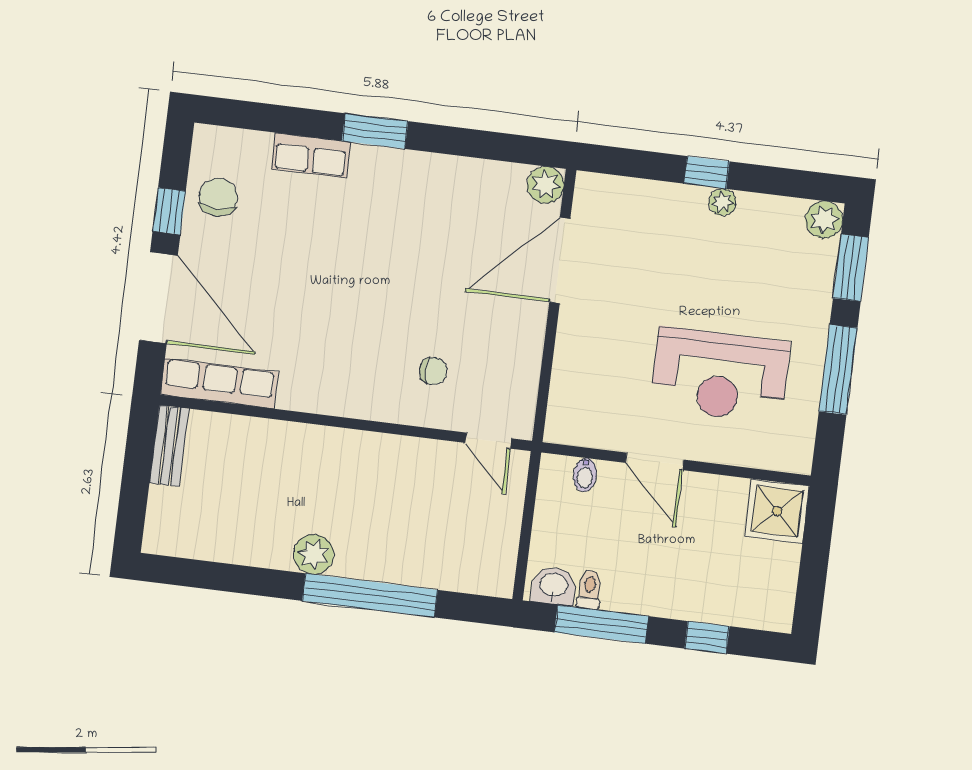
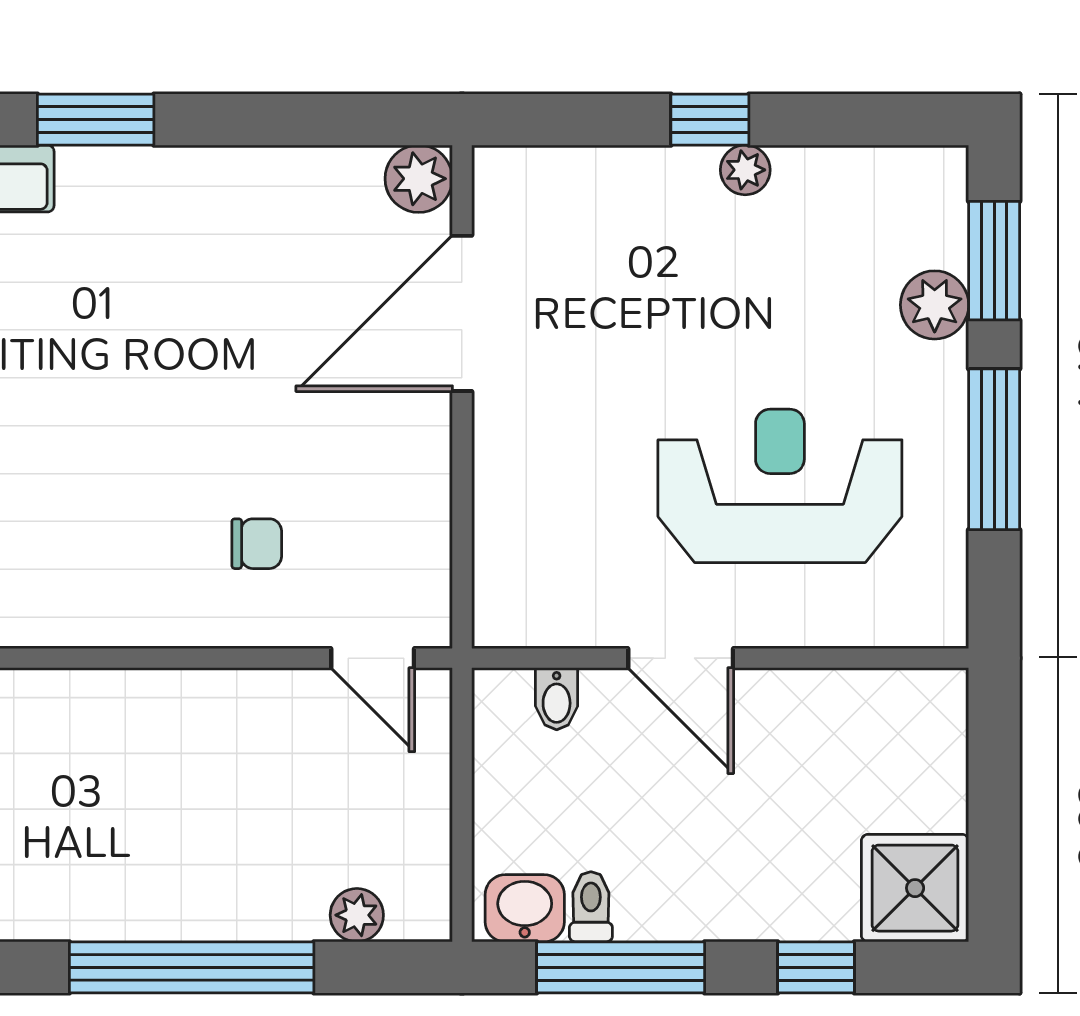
plant: (824, 220) -> (935, 305), moved
reception desk: (720, 375) -> (780, 486), turned 180
shower: (777, 511) -> (915, 888), moved
plant: (314, 554) -> (357, 915), moved, width x0.73, depth x0.73

